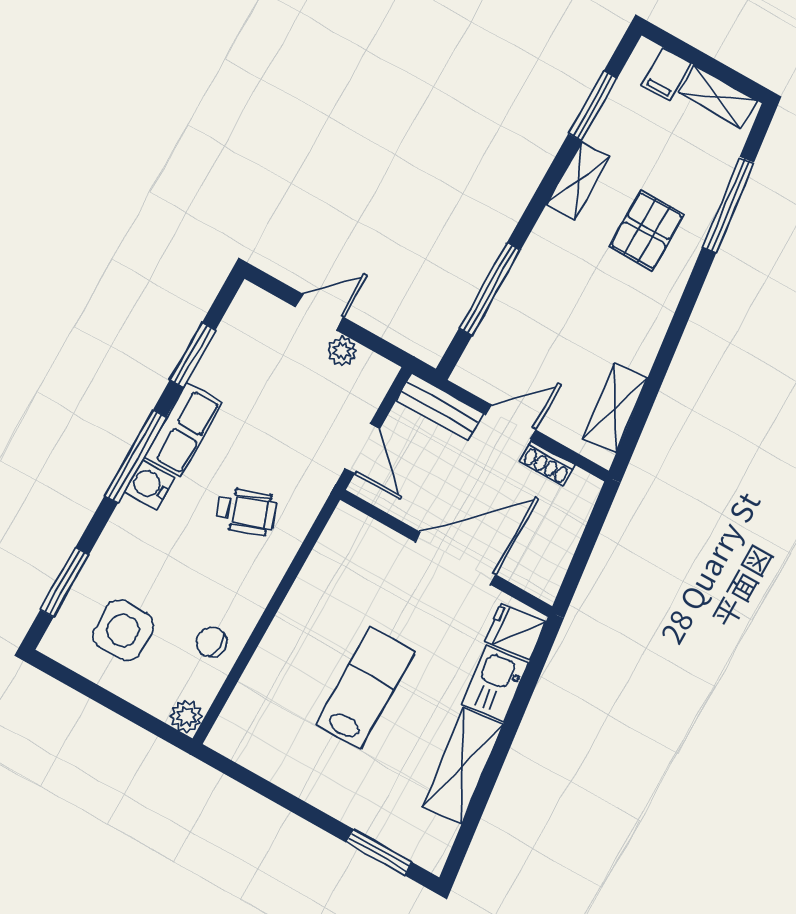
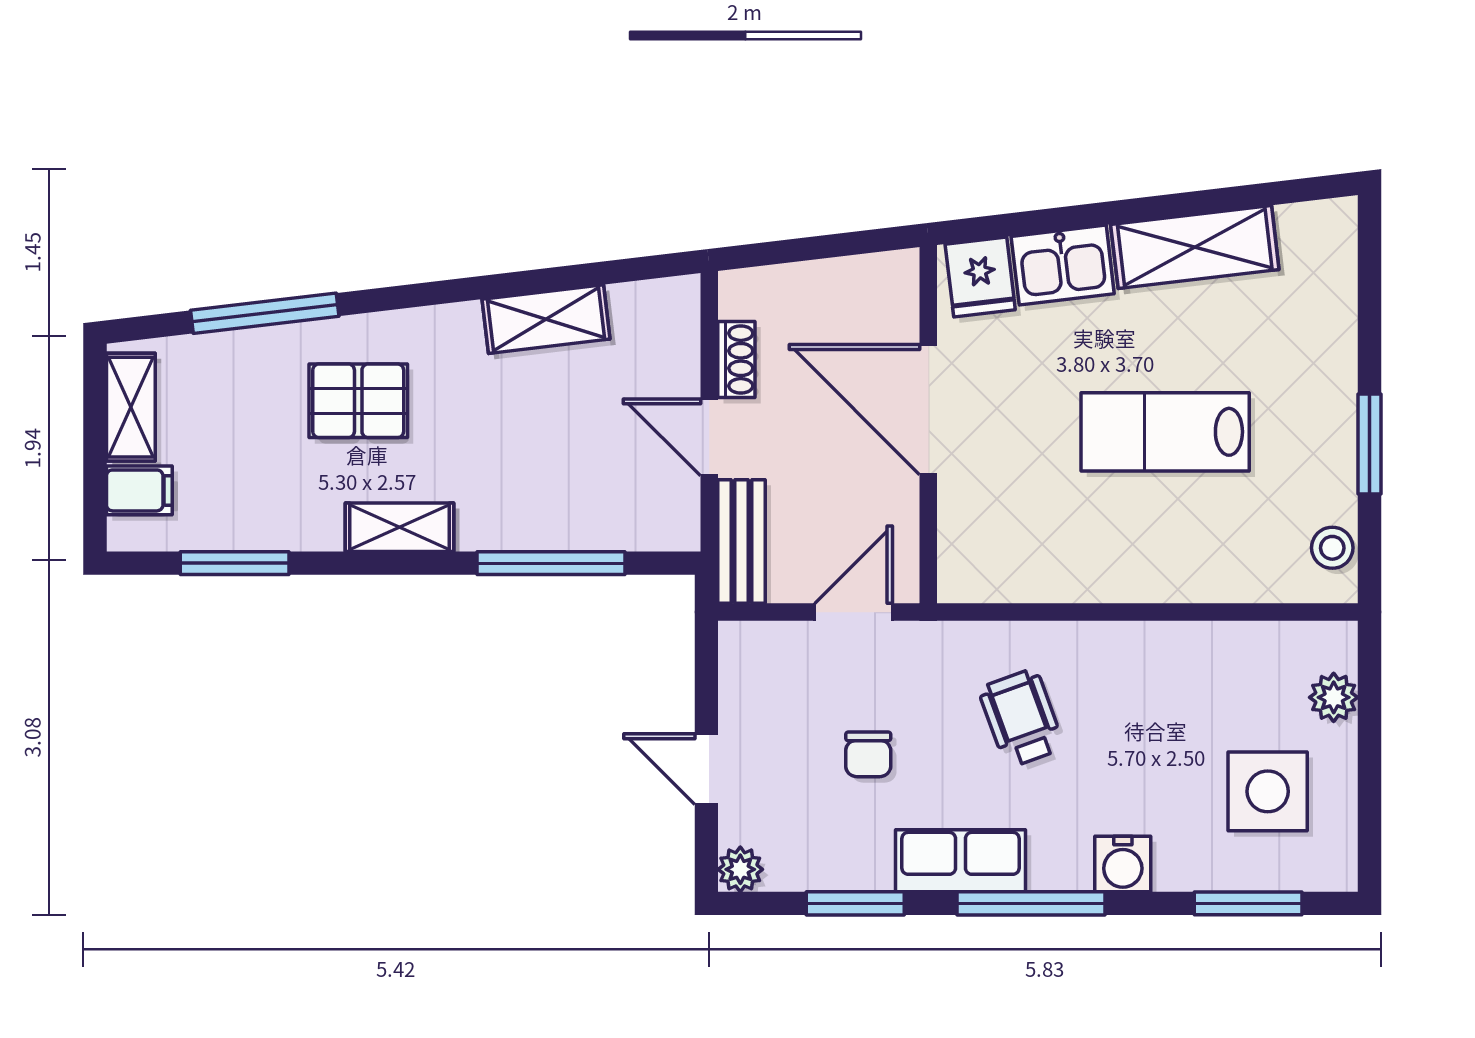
shelving: (578, 181) -> (399, 527), moved
plant: (342, 351) -> (740, 869), moved
shelving: (615, 408) -> (546, 319), moved
water cooler: (150, 485) -> (1123, 864), moved
chair: (211, 642) -> (868, 754), moved
plant: (186, 716) -> (1334, 697), moved
stool: (243, 747) -> (1332, 548), added
window: (379, 852) -> (1369, 444), moved

